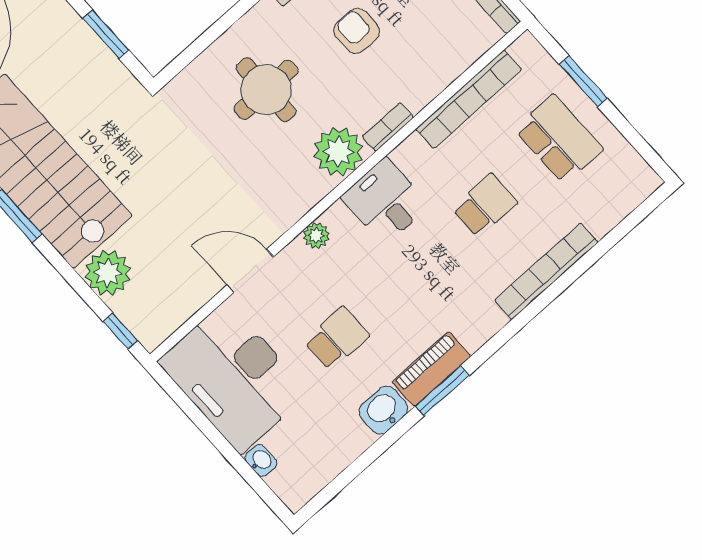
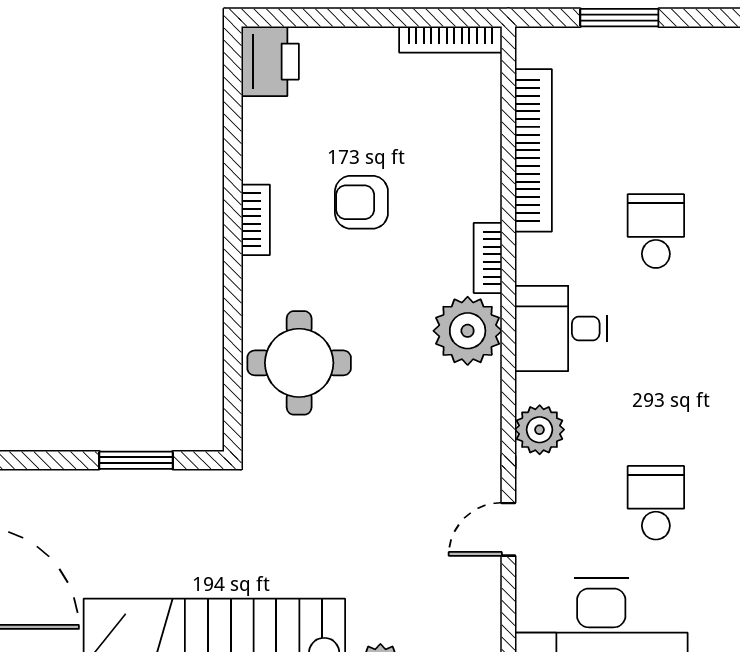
round table: (266, 90) -> (299, 363), moved
school desk: (559, 139) -> (656, 95), removed
plant: (316, 236) -> (540, 430), width x1.38, depth x1.38
door: (250, 271) -> (508, 529), width x0.73

